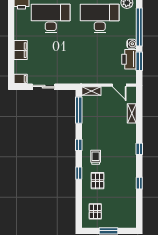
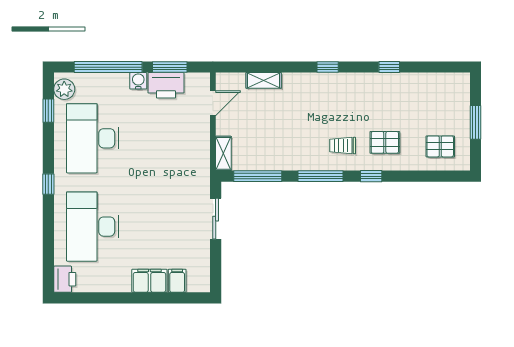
filing cabinet: (21, 79) -> (177, 281), moved
sliding door: (44, 87) -> (216, 219), moved
window: (79, 145) -> (320, 176), width x2.17

